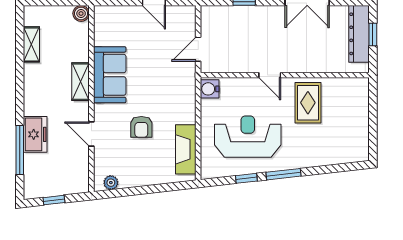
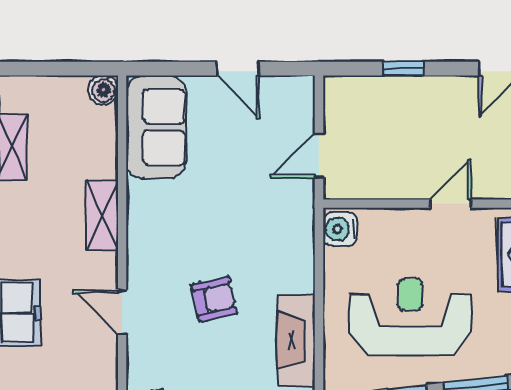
sofa: (110, 75) -> (156, 127), moved
door: (270, 75) -> (451, 204), swing flipped
armchair: (141, 127) -> (214, 299), turned -103

